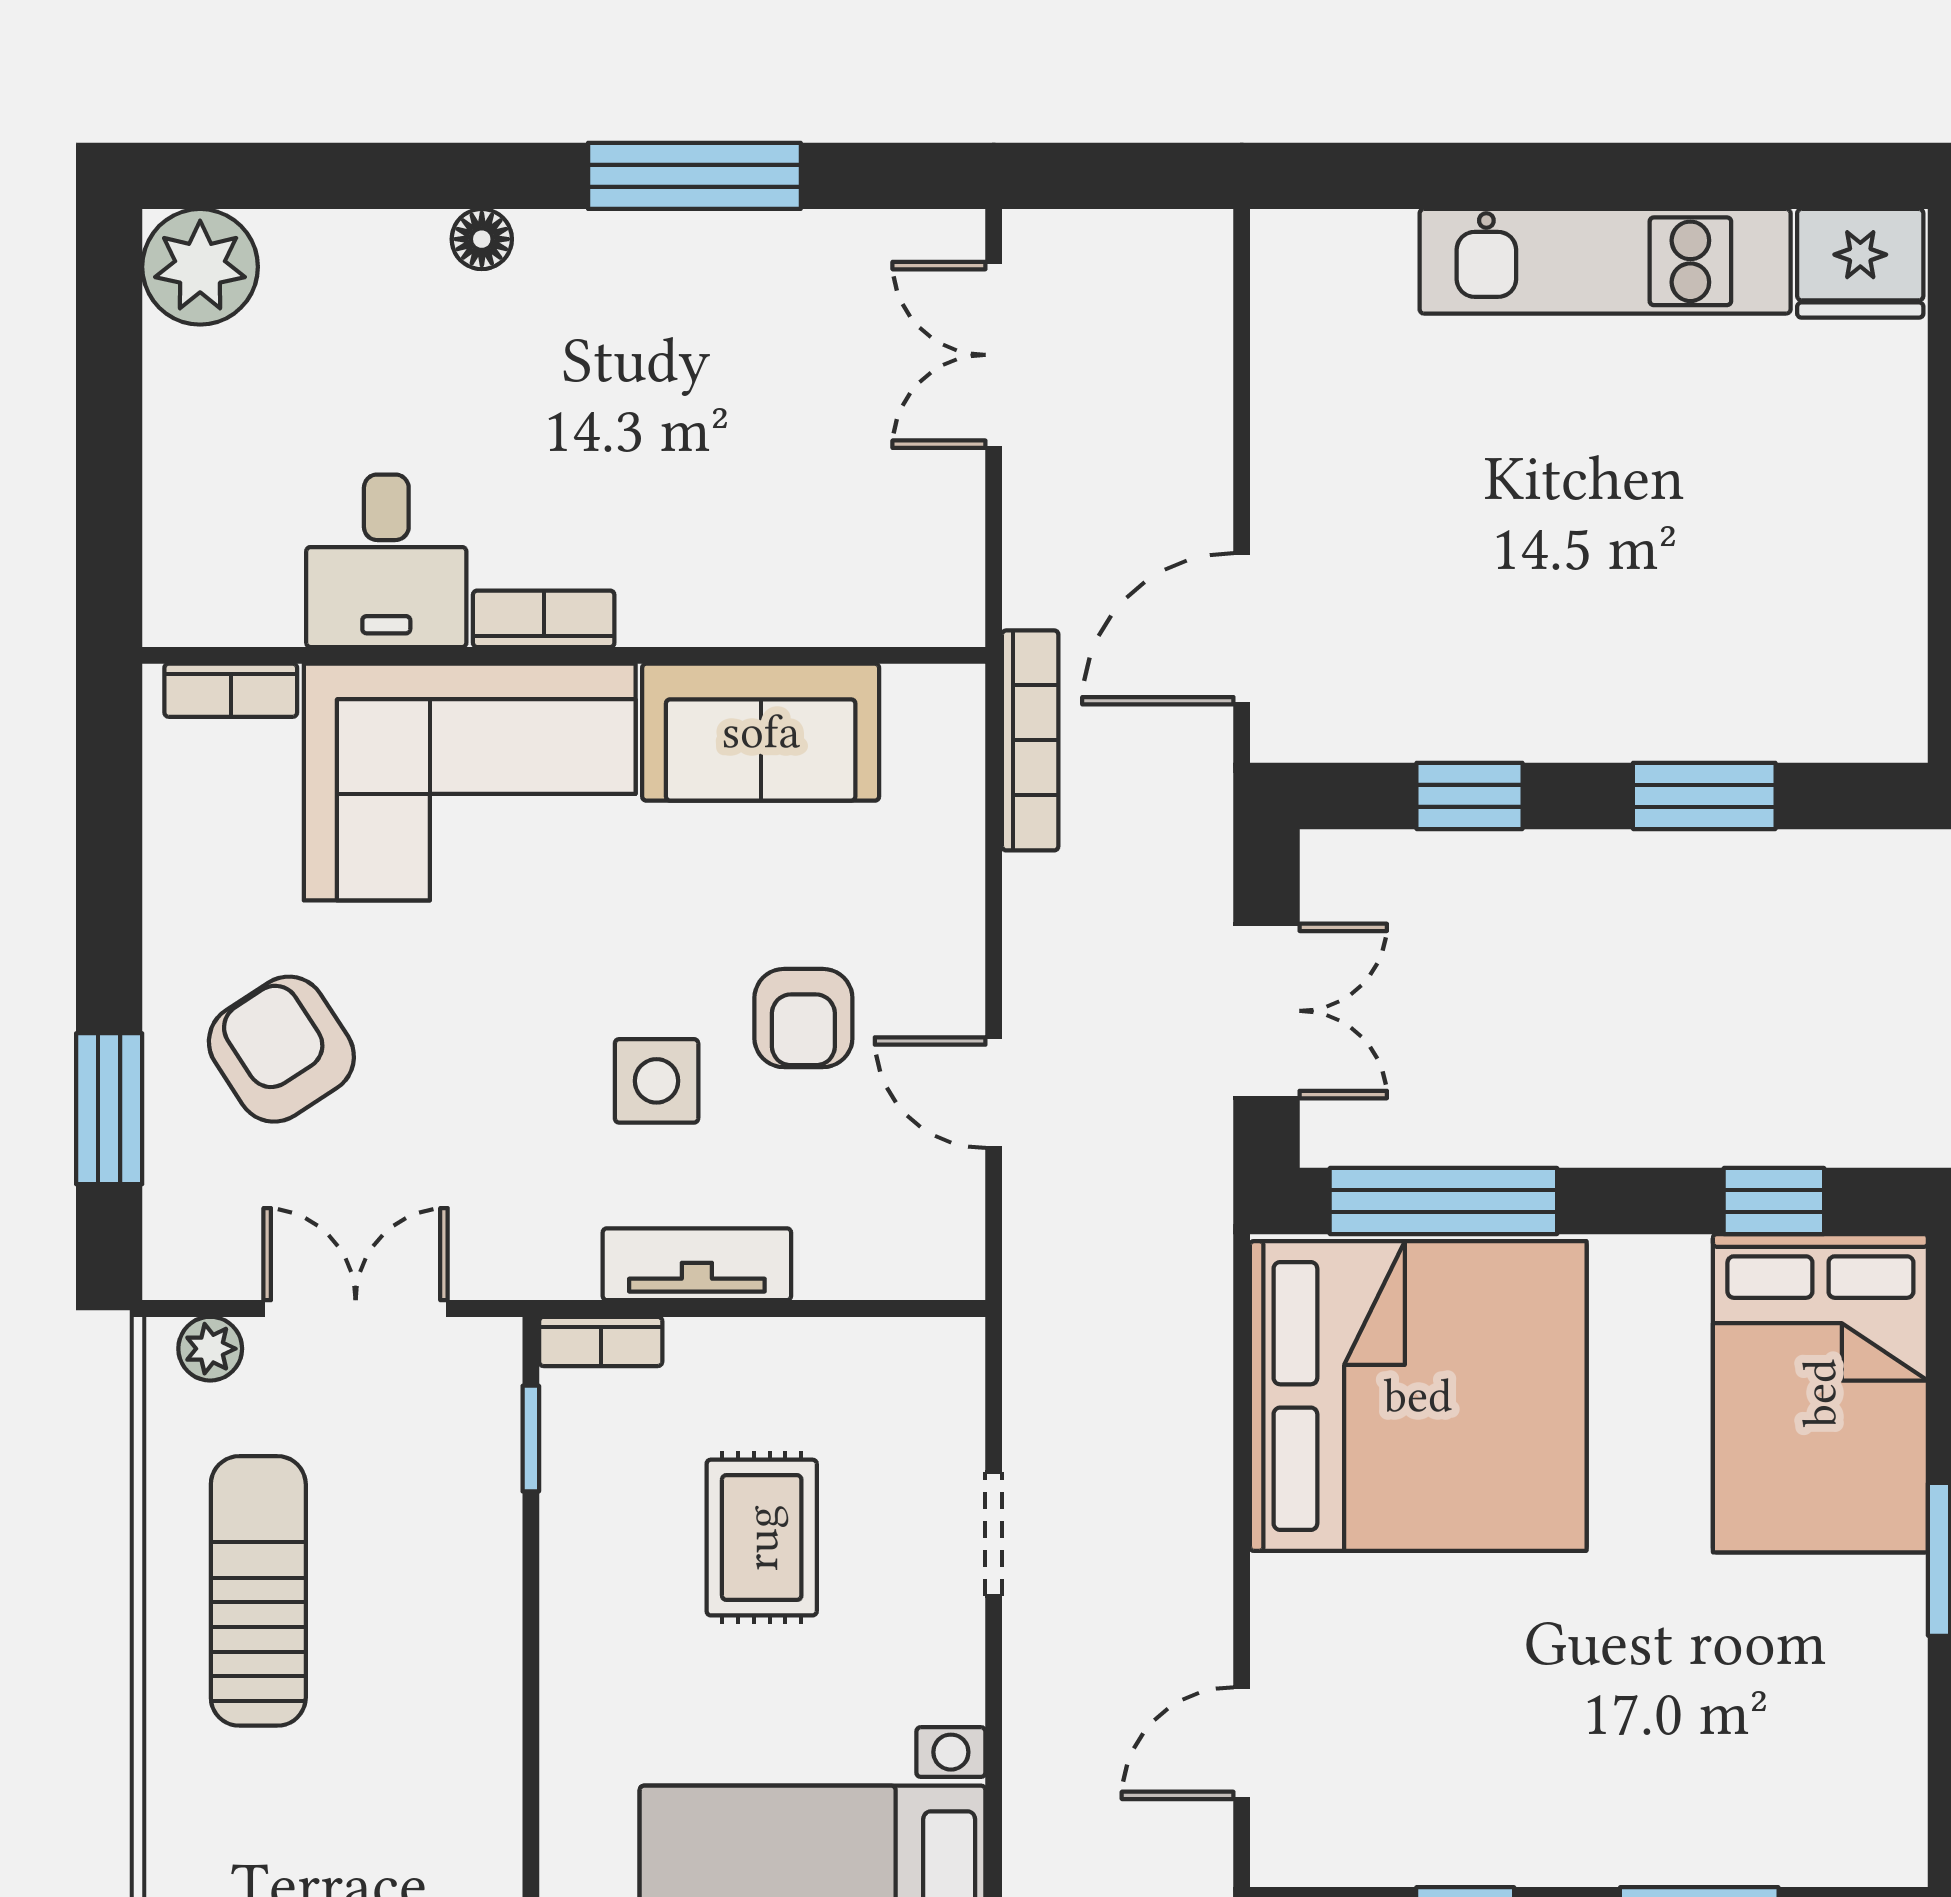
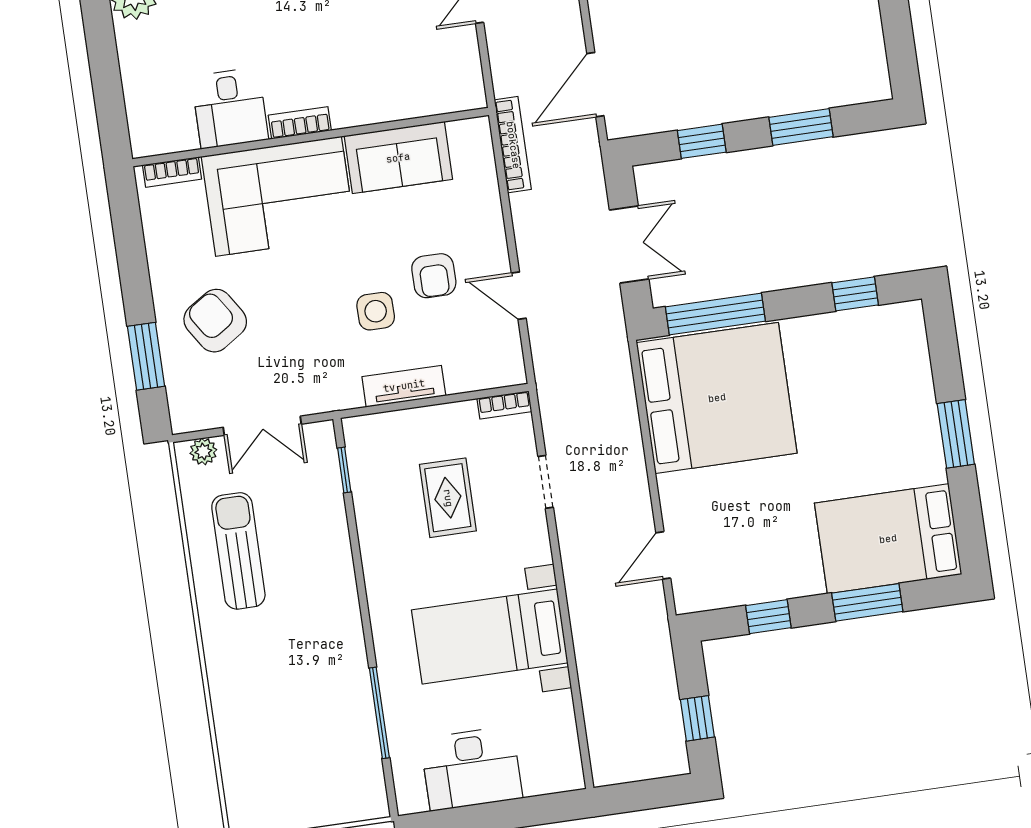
double door: (356, 1308) -> (262, 426), swing flipped
bookcase: (601, 1341) -> (504, 405), moved
bed: (1820, 1393) -> (888, 539), moved, turned 90

